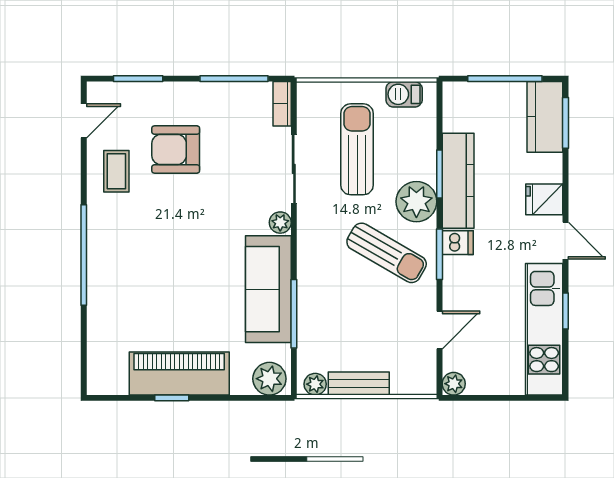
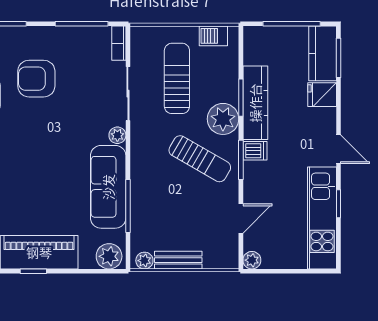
fridge: (544, 199) -> (322, 95), moved

